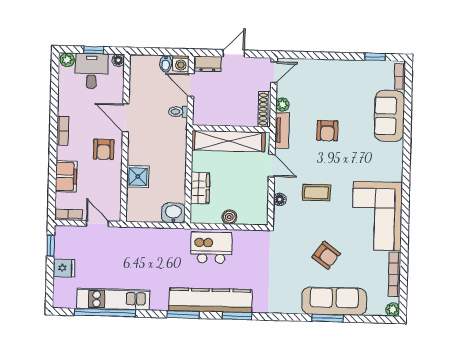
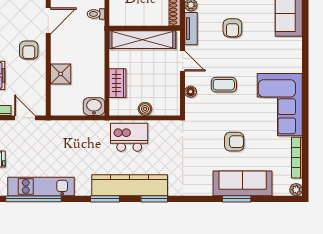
door: (126, 118) -> (48, 21), swing flipped
armchair: (326, 255) -> (234, 142), turned -36

